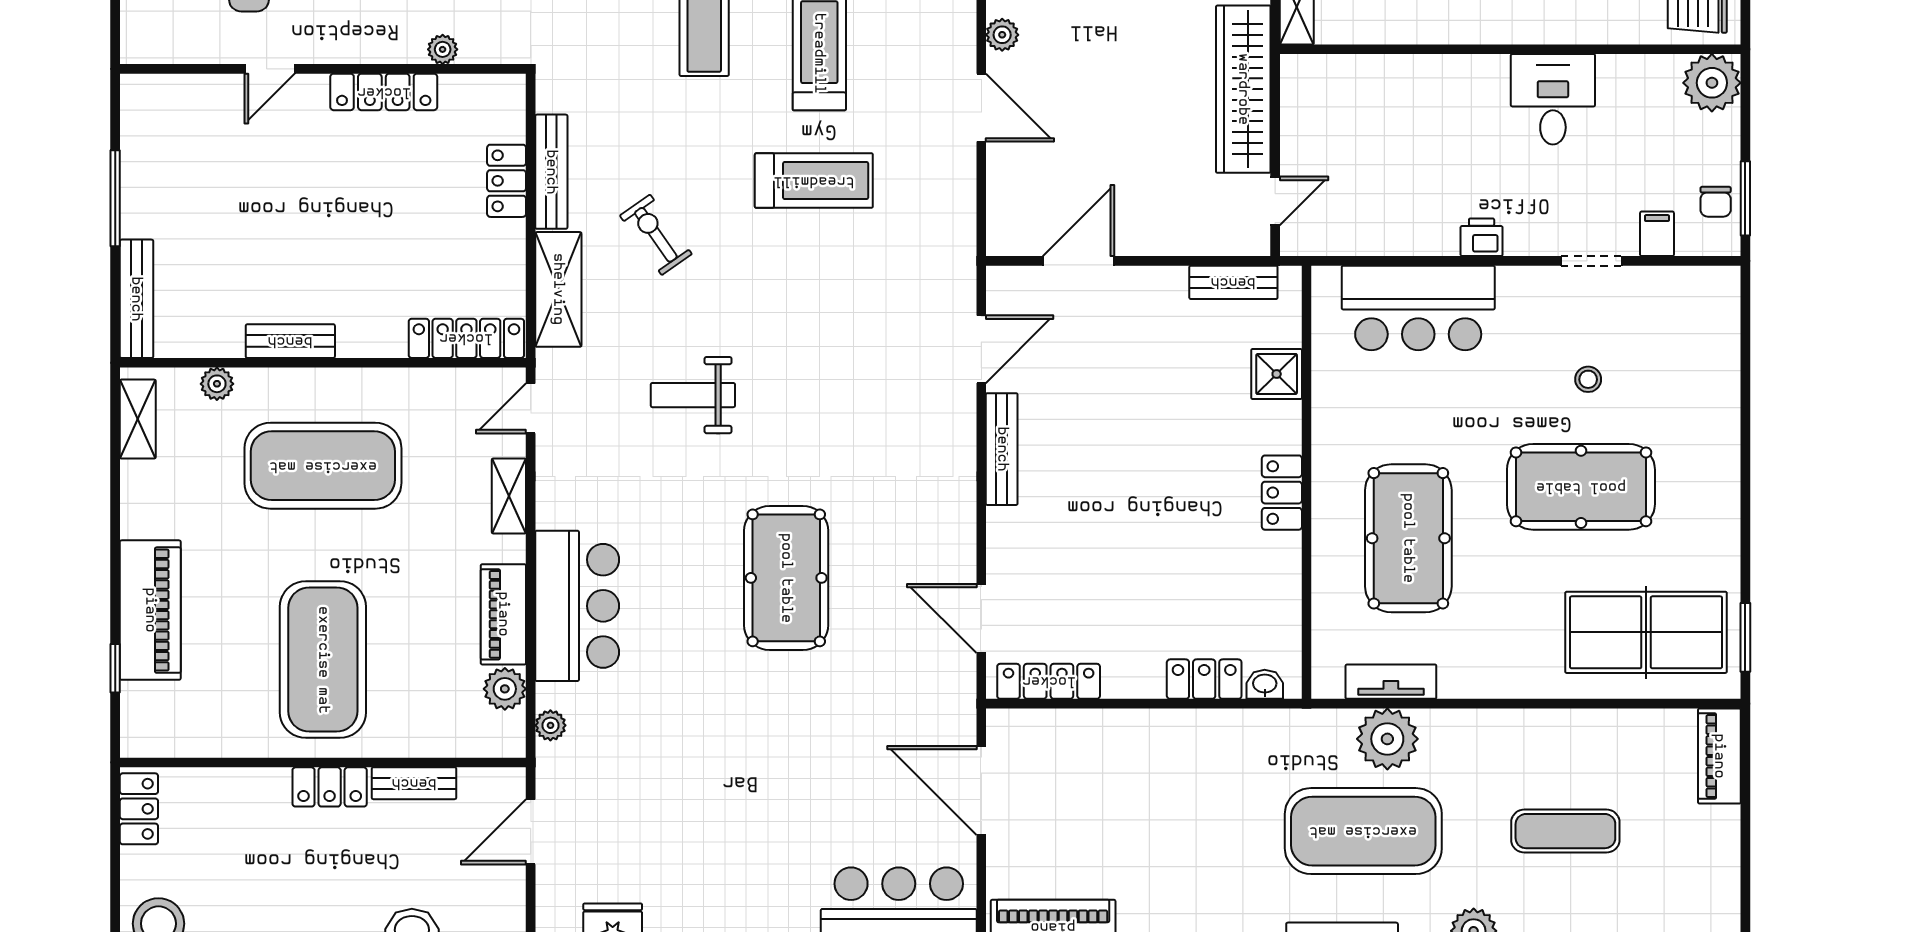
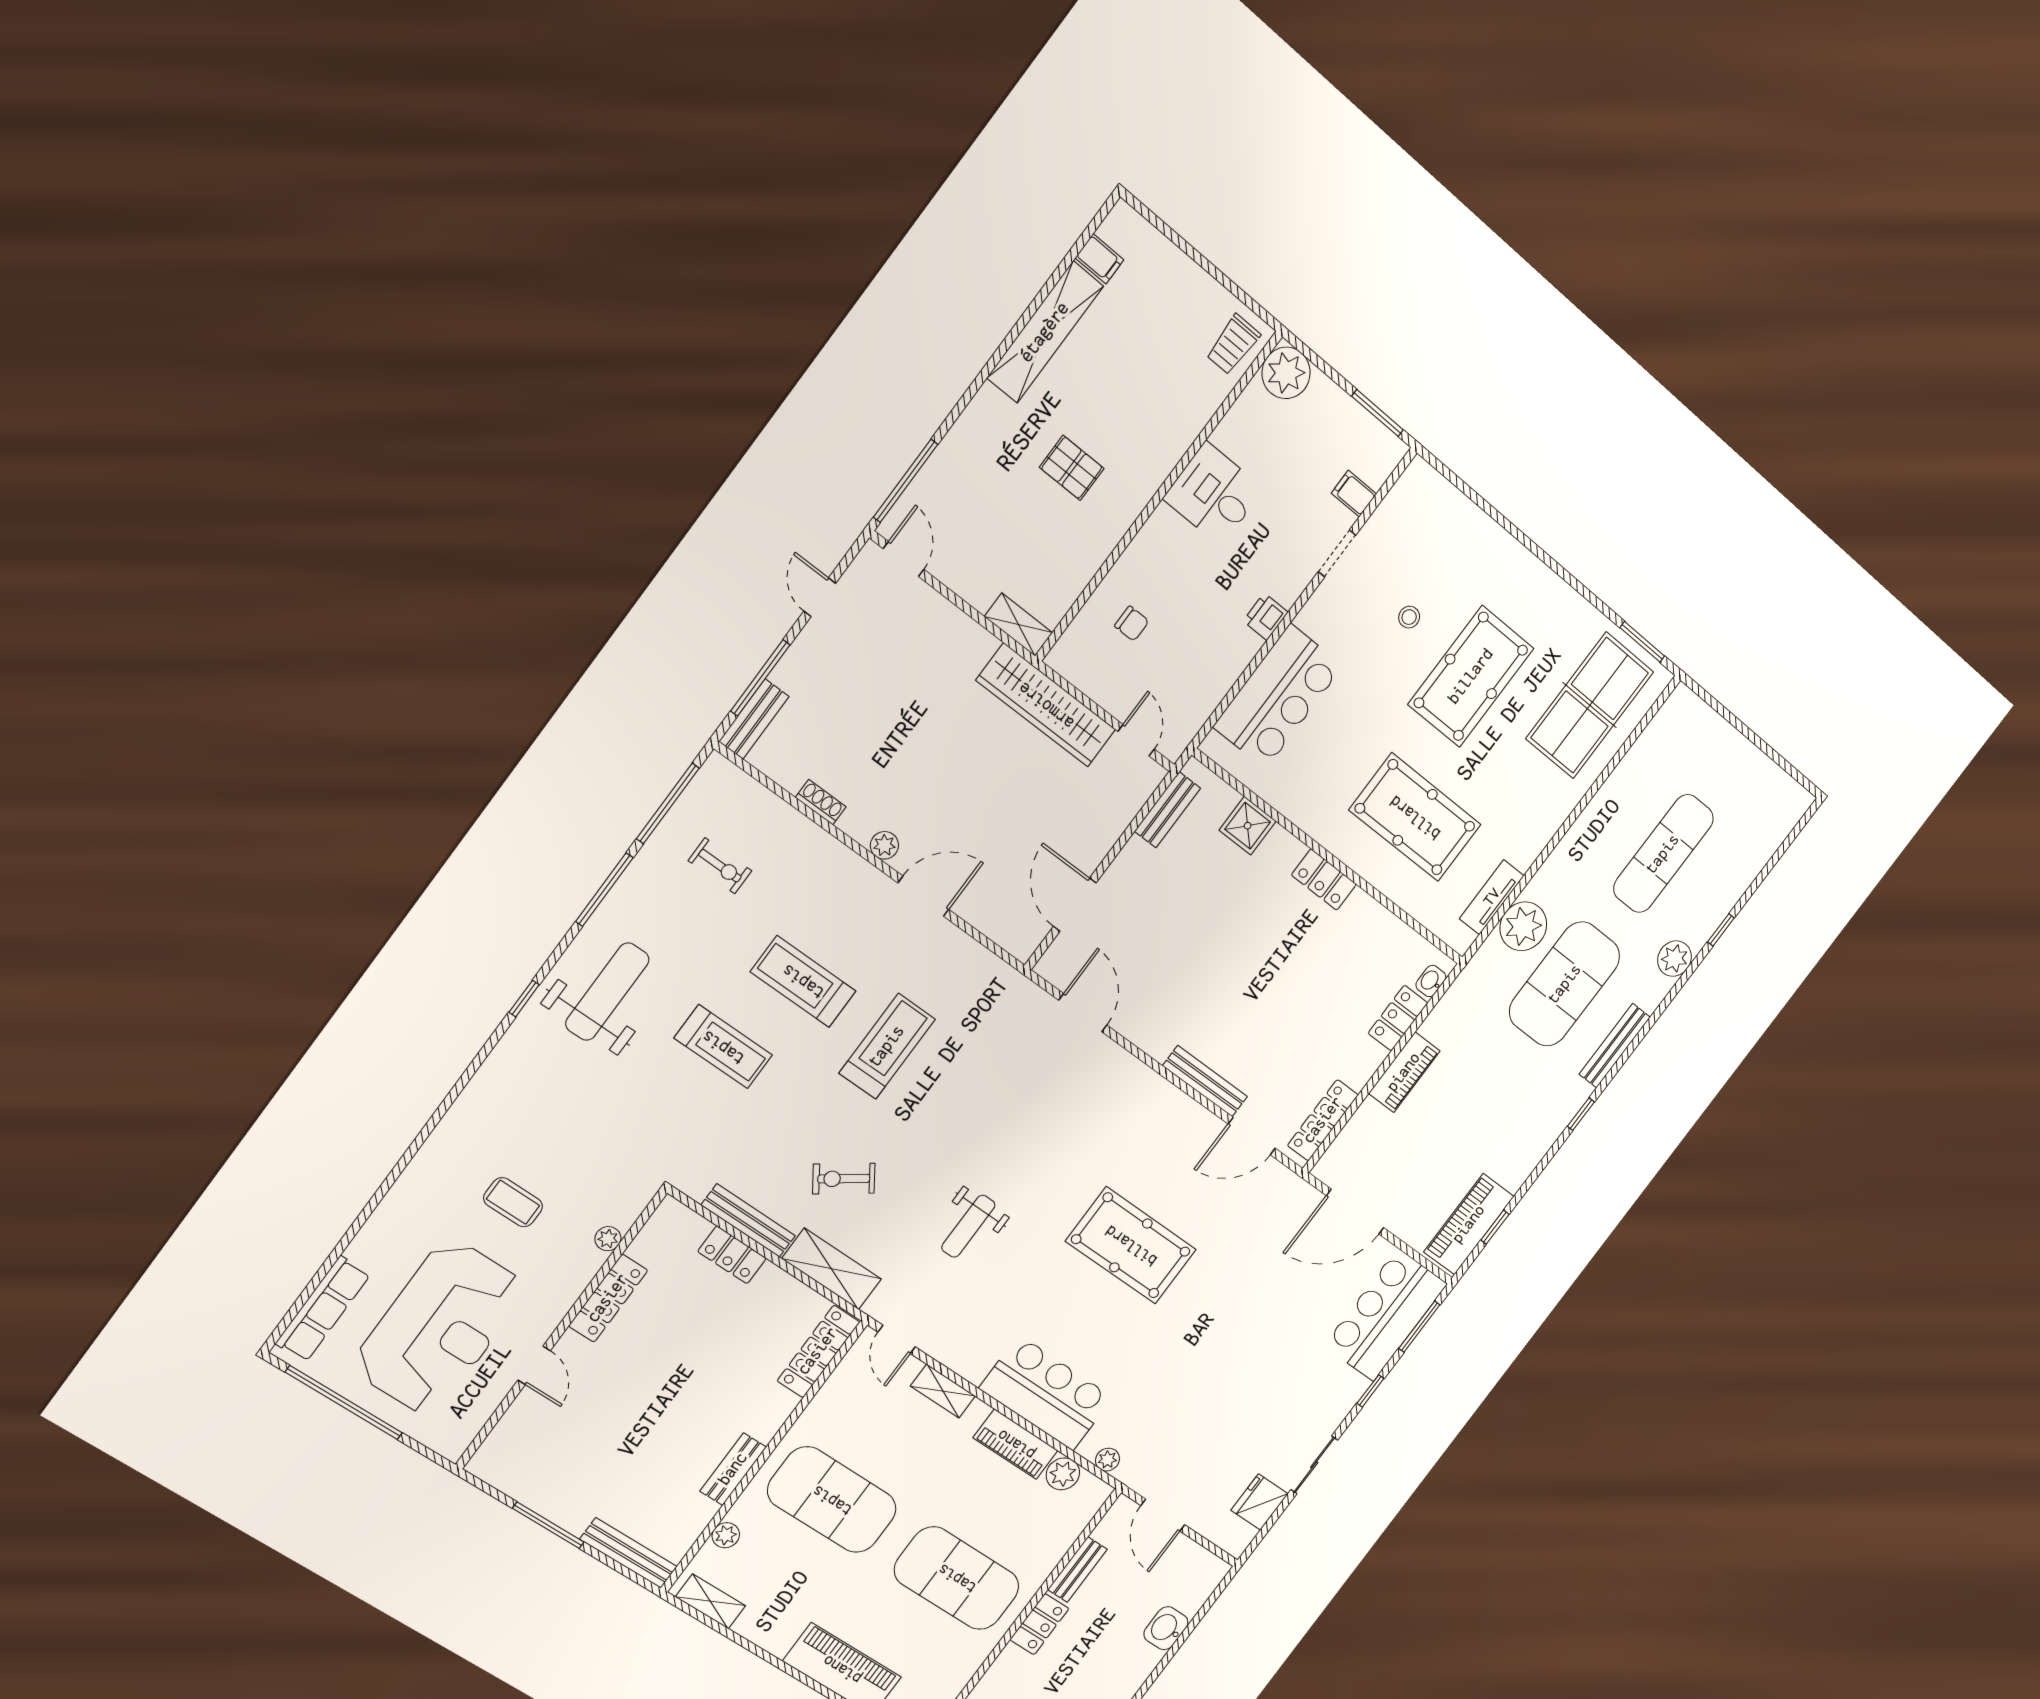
chair: (1716, 202) -> (1132, 624), moved
bench: (1002, 449) -> (1205, 1081), moved
exercise mat: (323, 466) -> (832, 1500), turned 90
piano: (1719, 756) -> (1404, 1072), moved, turned -90
exercise mat: (1565, 831) -> (1663, 854), width x1.36, depth x1.45

